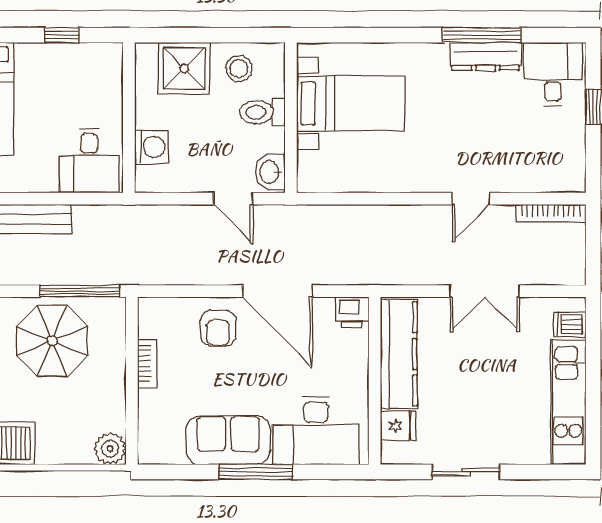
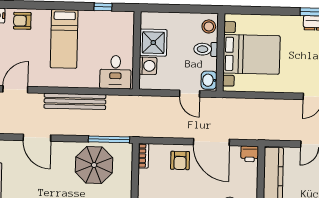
shower: (184, 68) -> (153, 43), moved
stool: (239, 69) -> (209, 26), moved
bed with nightstands: (351, 103) -> (251, 54), width x1.36
bookcase: (147, 364) -> (144, 156), moved

